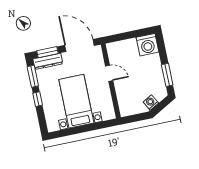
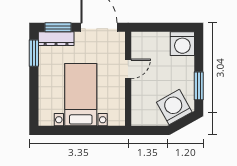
door: (109, 73) -> (128, 69), hinge flipped
window: (38, 99) -> (34, 82), removed
washing machine: (151, 103) -> (174, 107), width x1.89, depth x1.89

